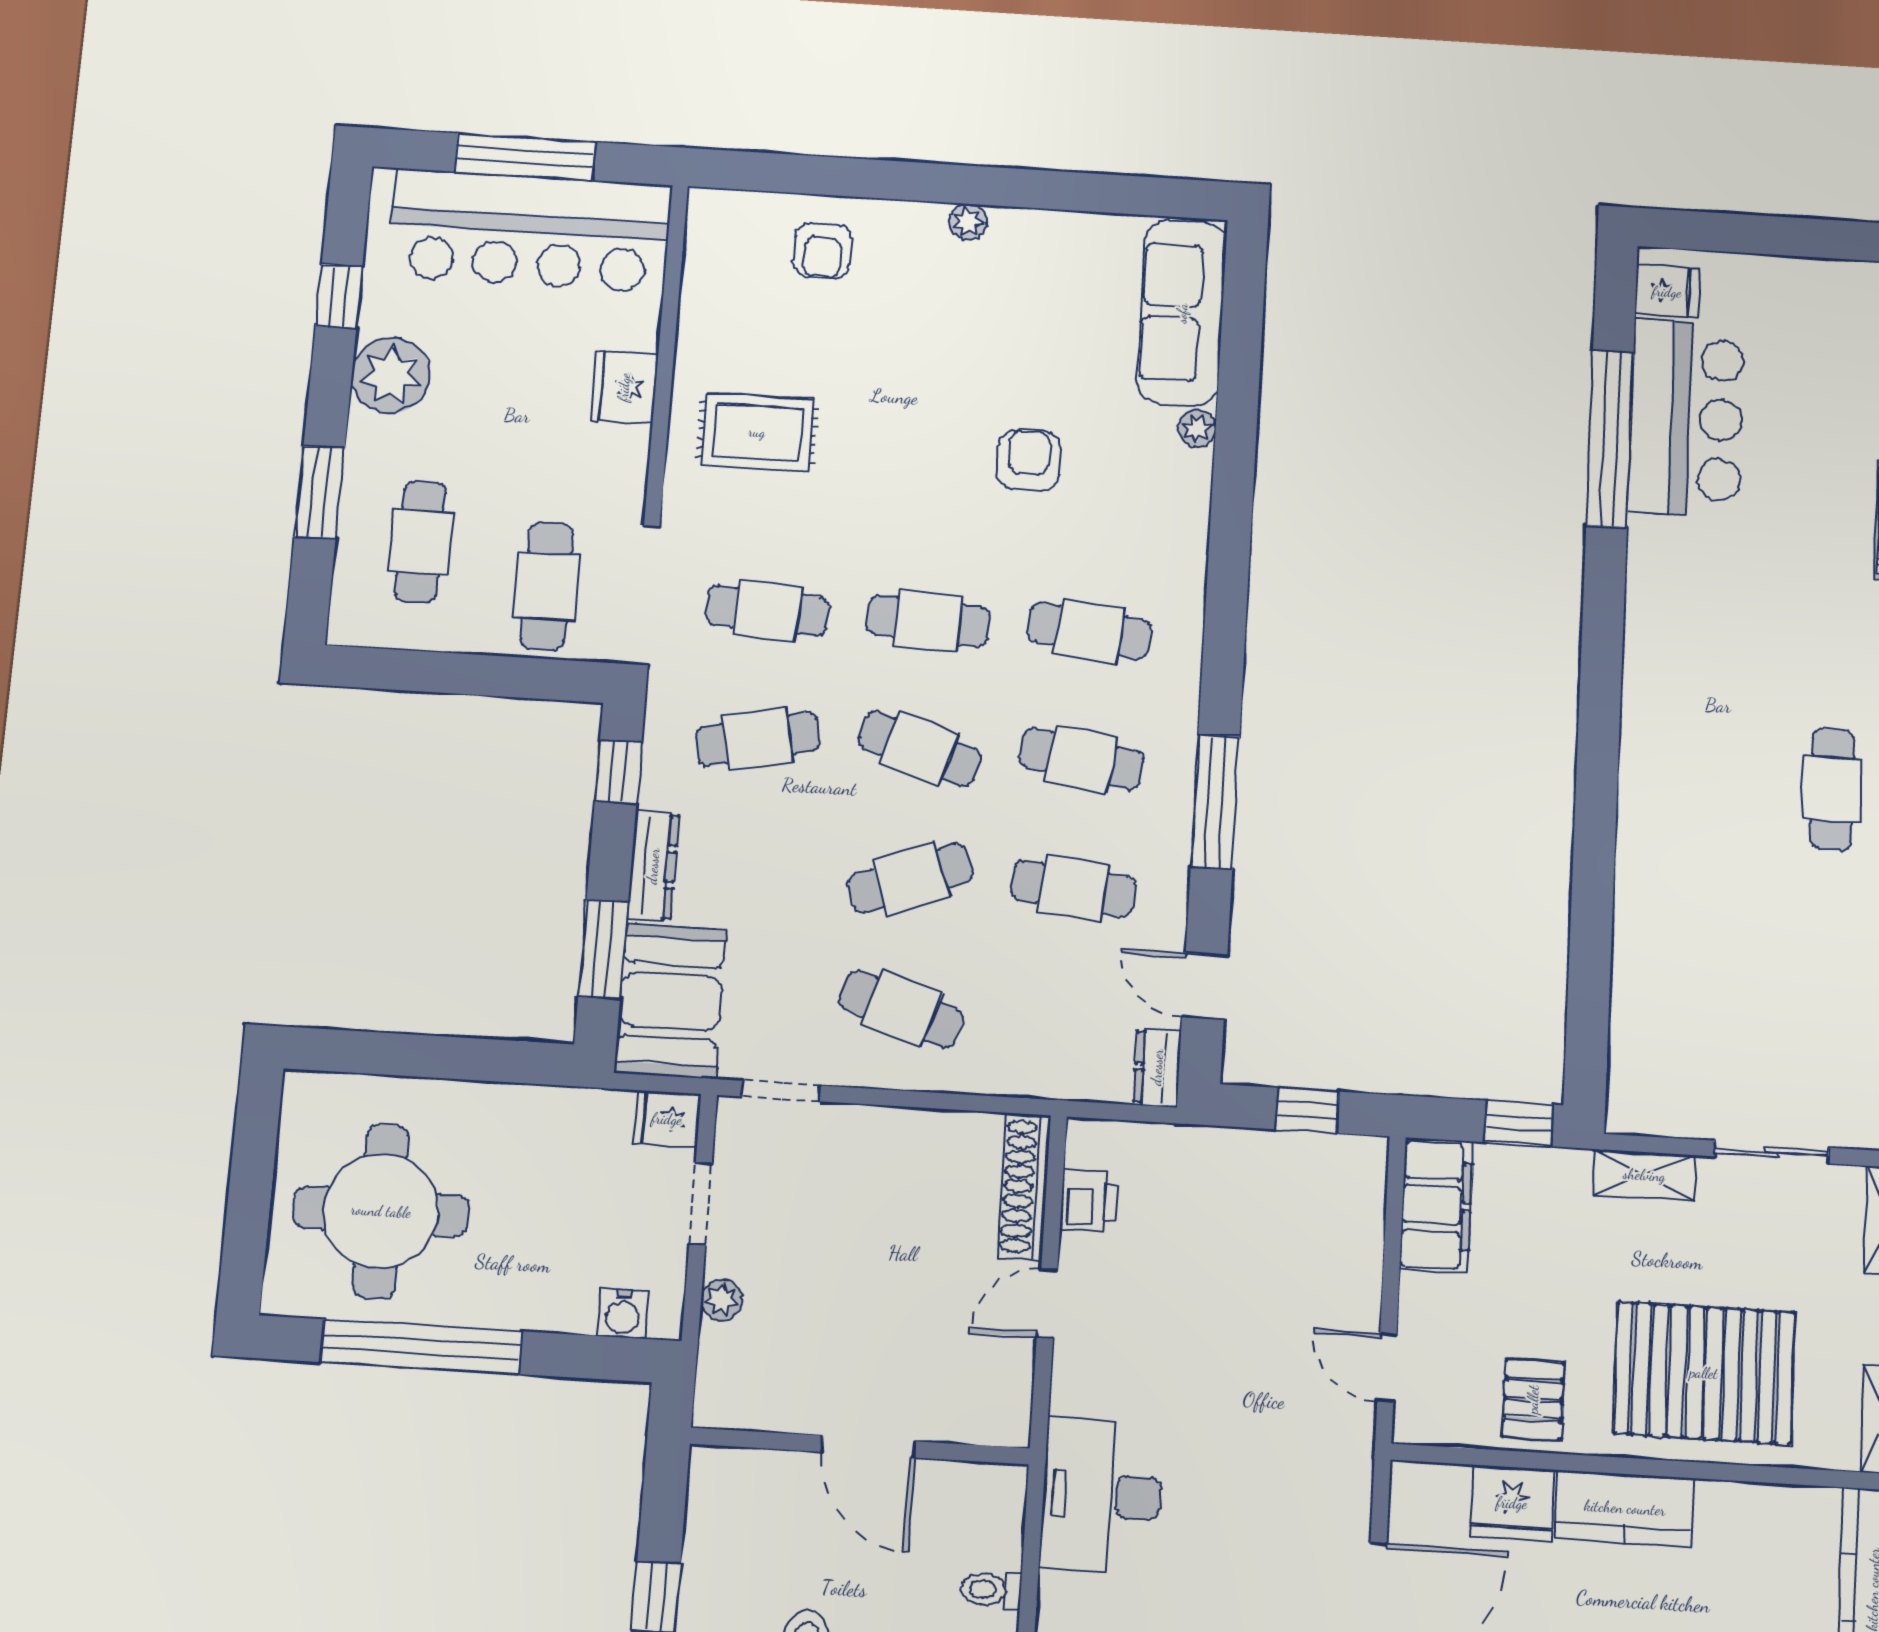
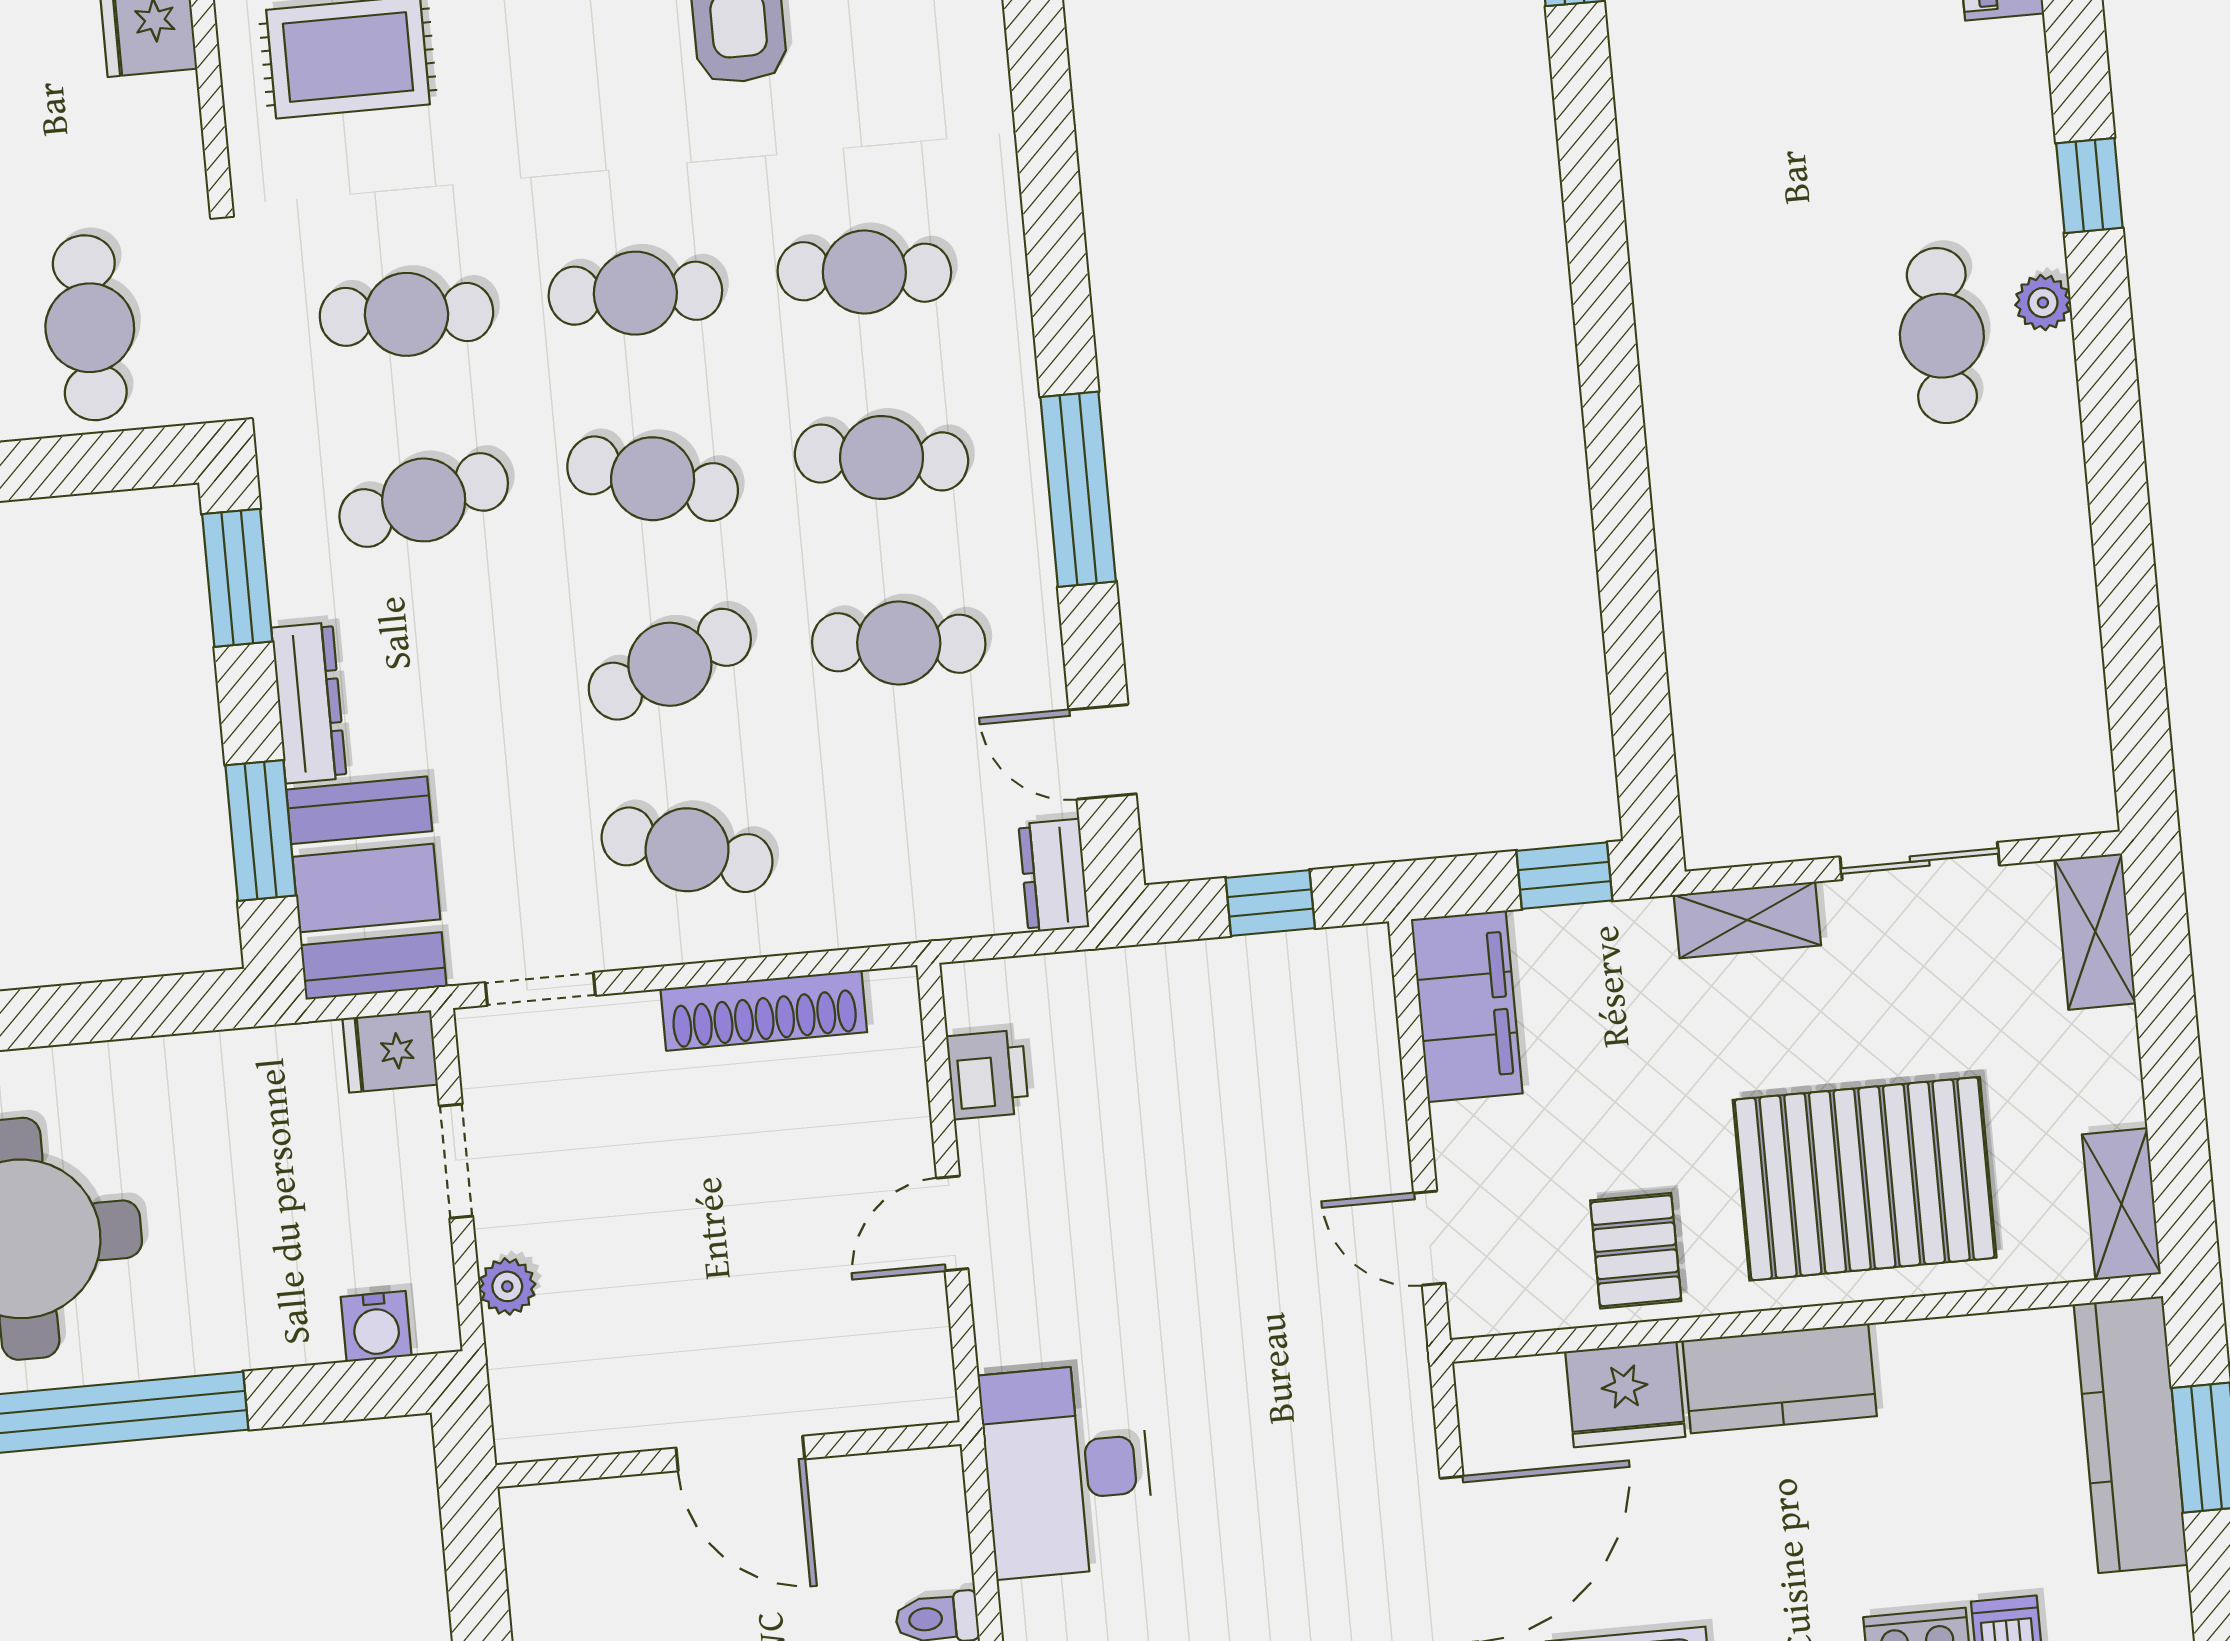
window: (618, 772) -> (237, 578), width x1.50
shoe rack: (1024, 1186) -> (764, 1011), moved, turned -90

